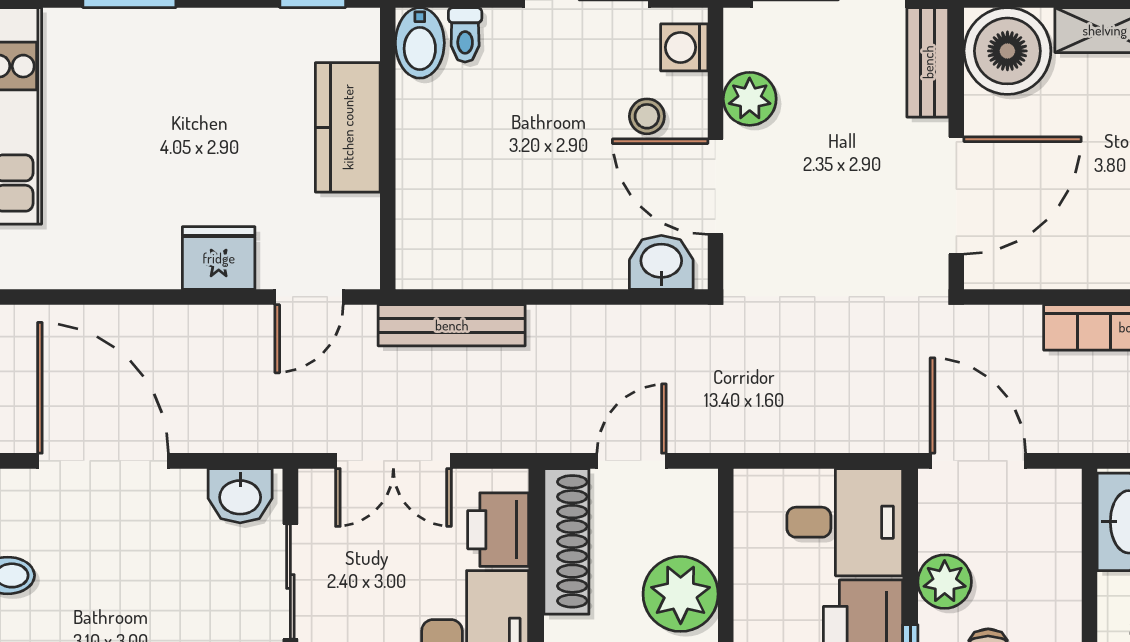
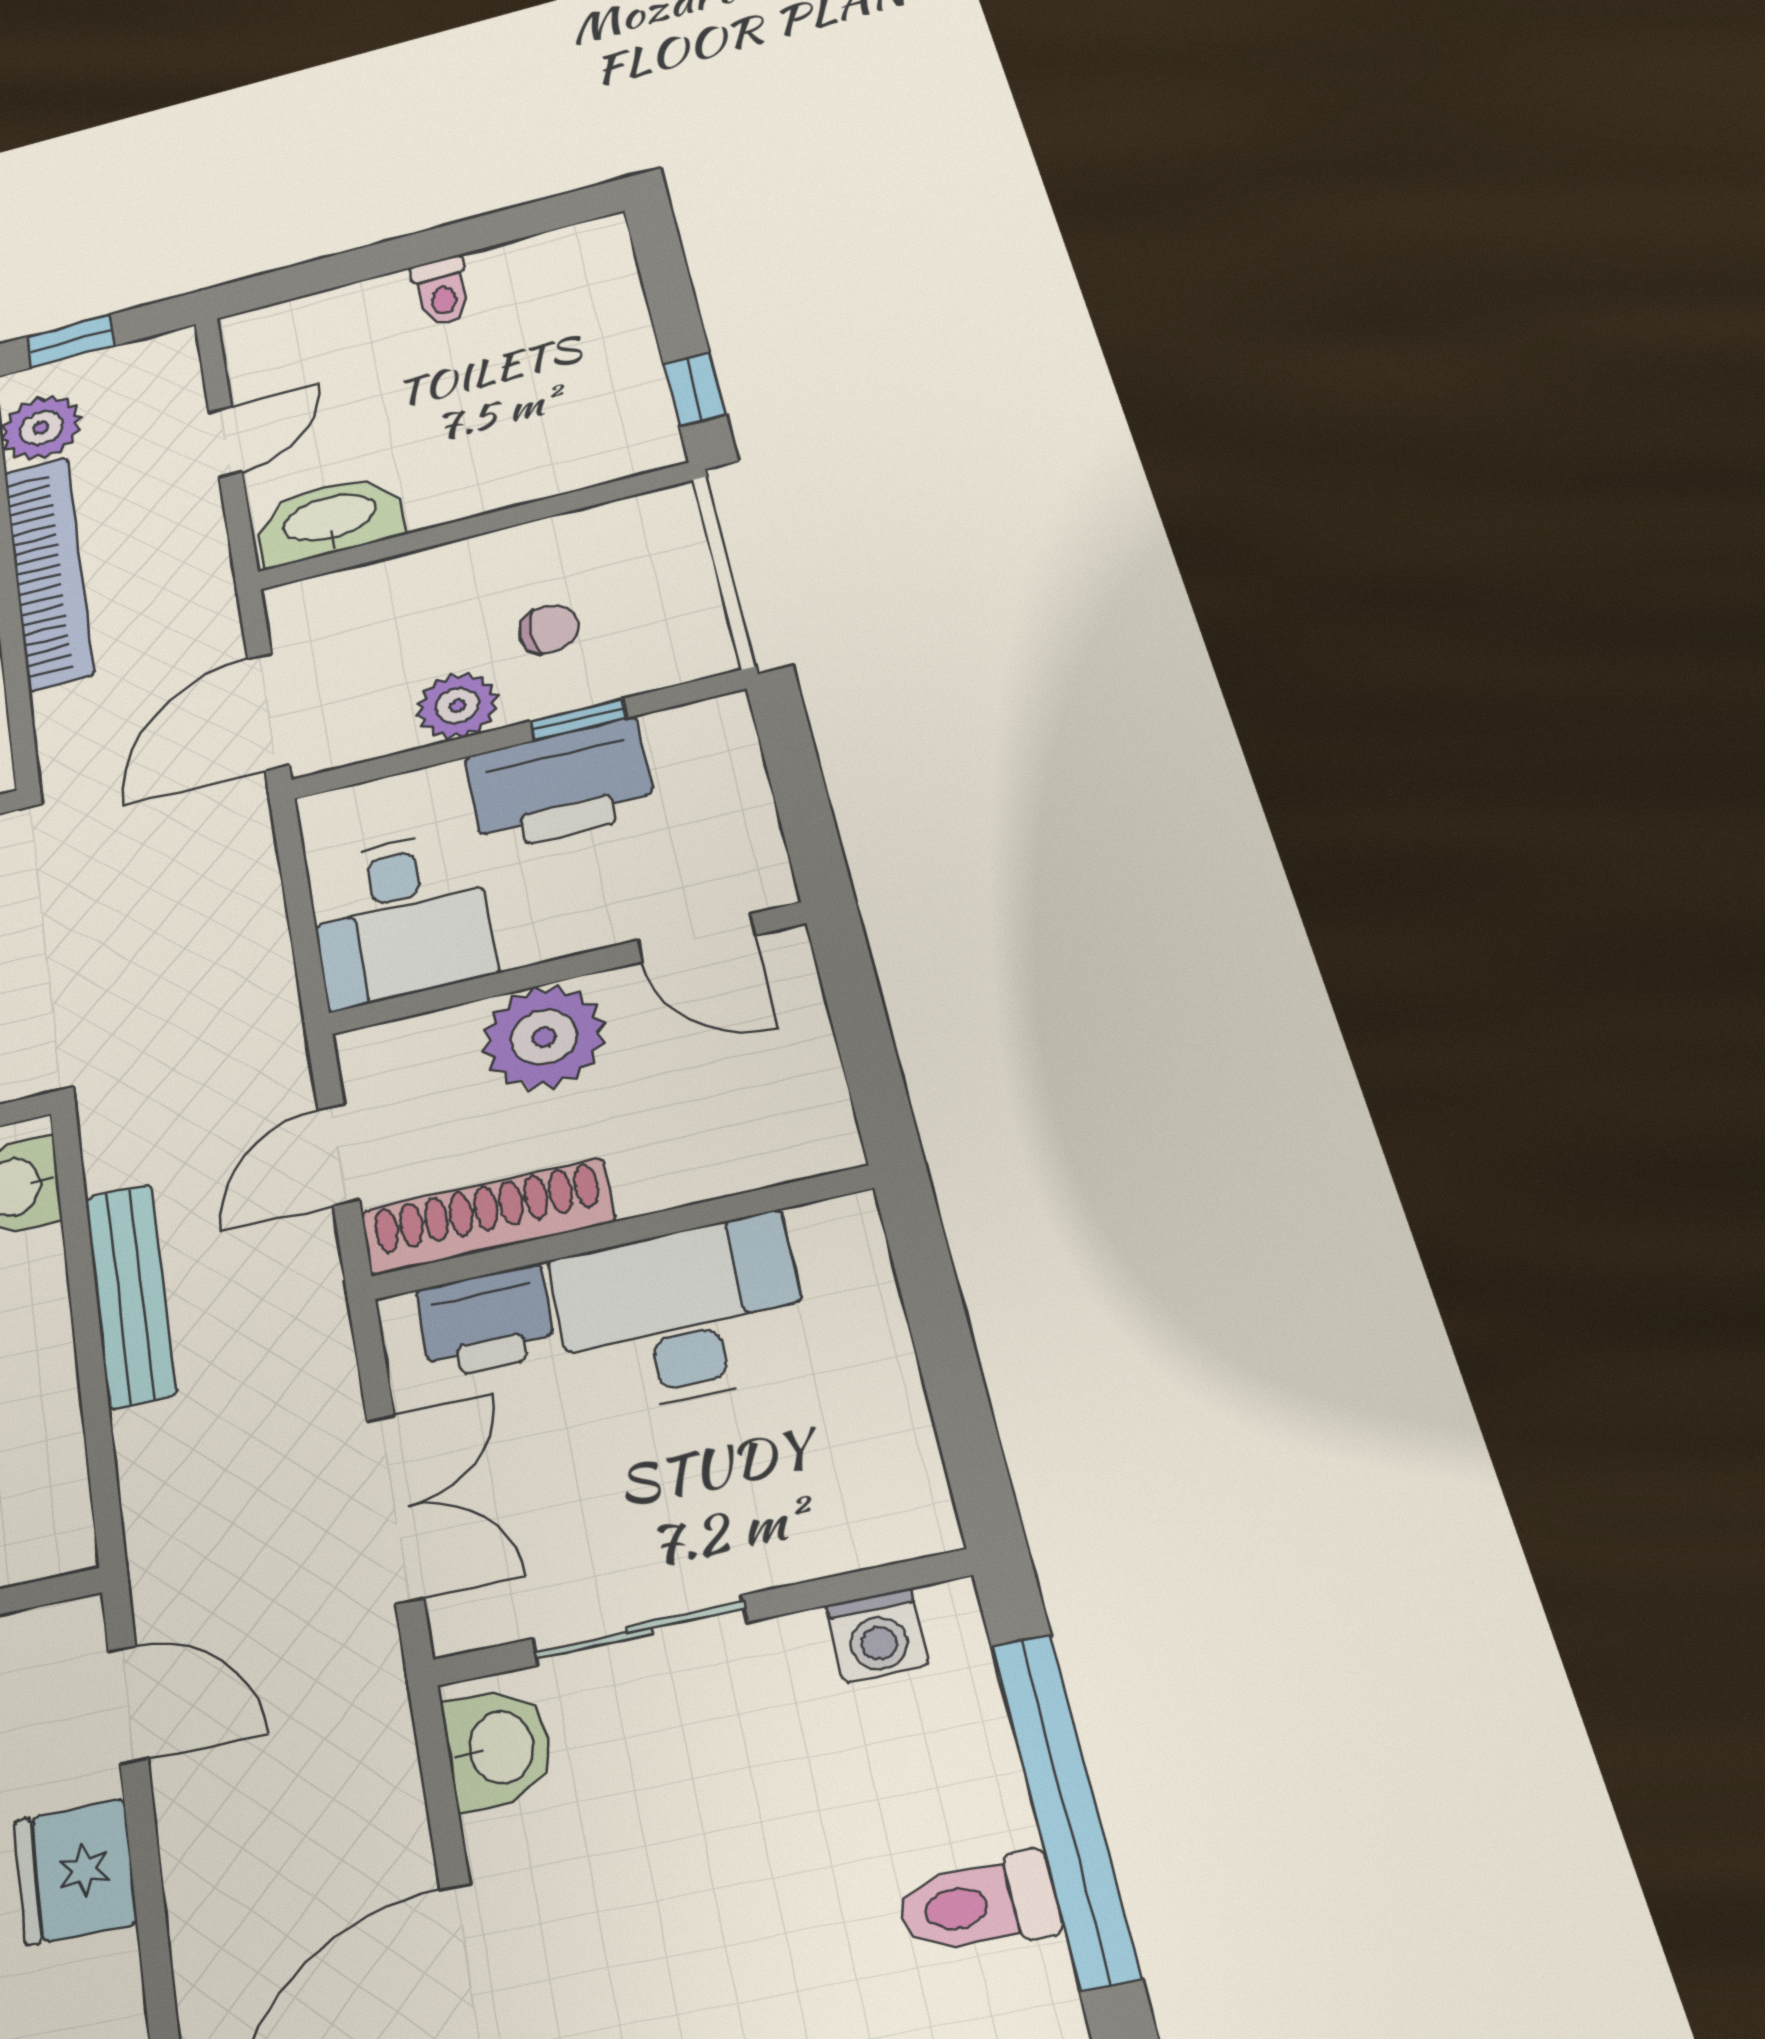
bench: (452, 325) -> (130, 1295), moved
door: (632, 461) -> (339, 1155), hinge flipped
desk: (845, 522) -> (401, 918), moved, turned 180

